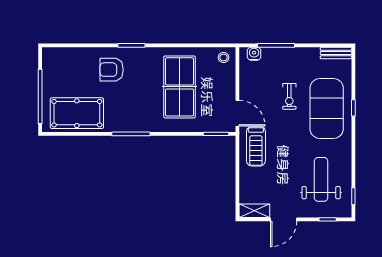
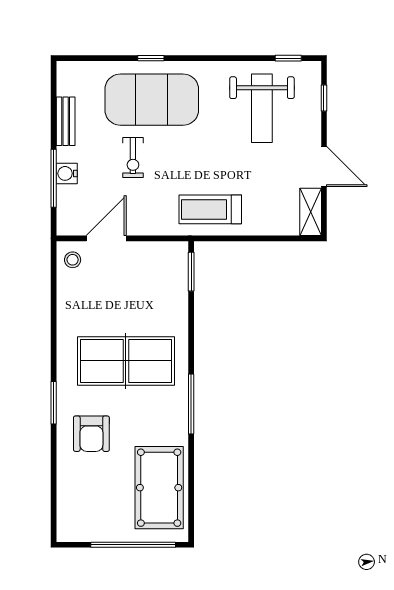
bench: (336, 53) -> (66, 121), moved
water cooler: (254, 54) -> (67, 173), moved
table tennis table: (180, 87) -> (126, 361), moved
exercise bike: (289, 96) -> (133, 158), turned 90
door: (237, 113) -> (106, 238), moved
treadmill: (256, 146) -> (210, 209), turned 180
weight bench: (321, 179) -> (262, 108), turned -90

